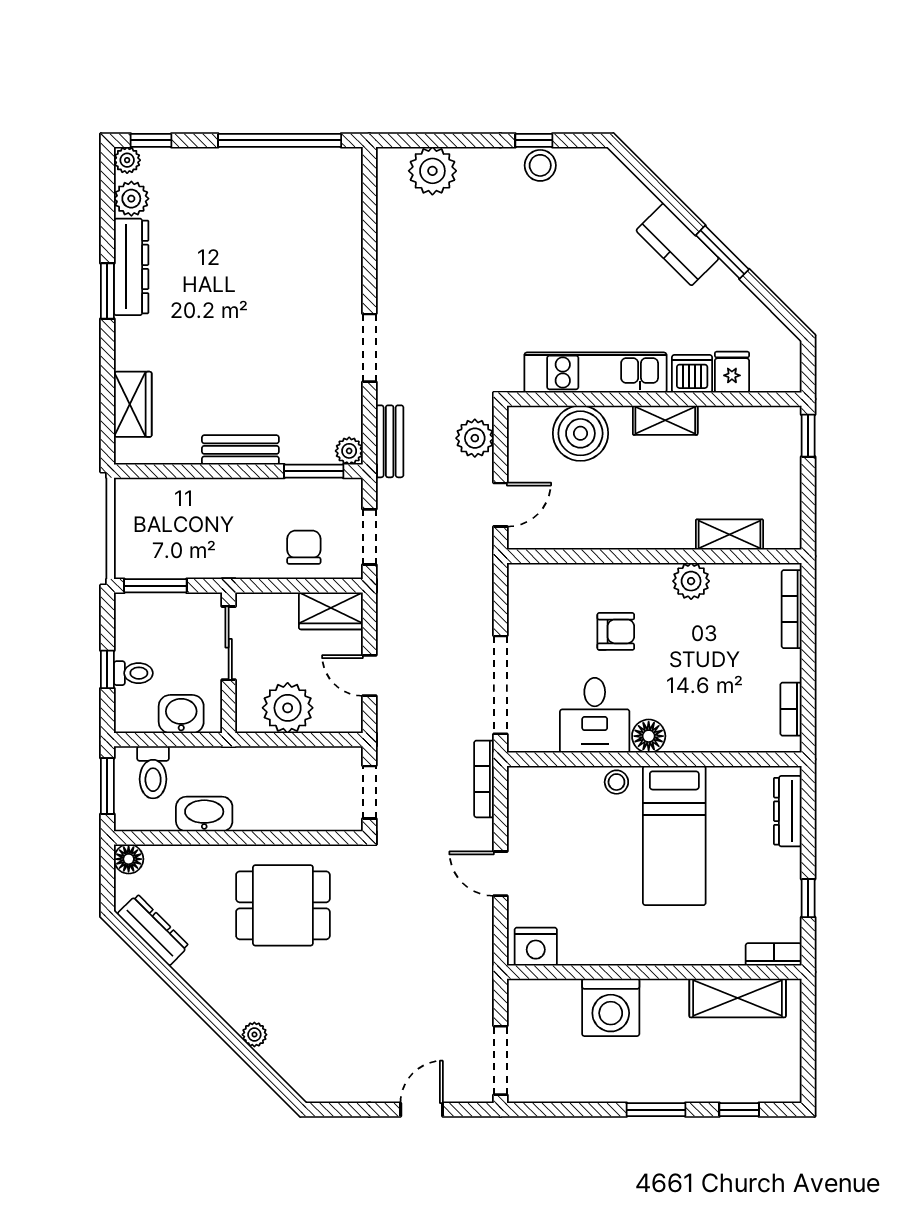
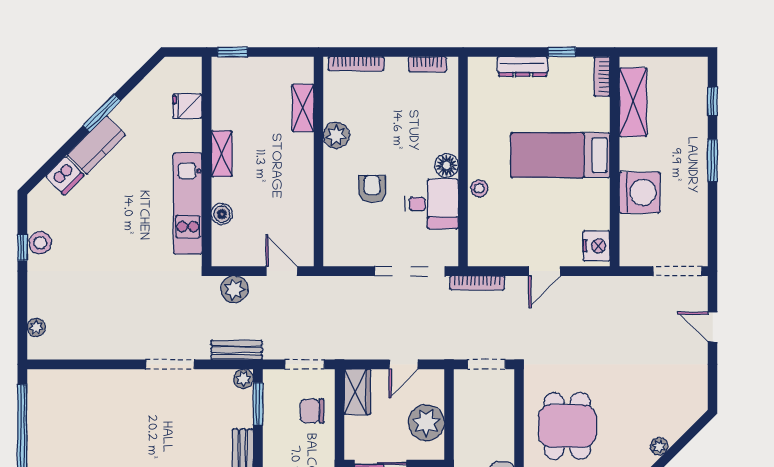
plant: (432, 171) -> (36, 327), width x0.53, depth x0.53
dishwasher: (692, 374) -> (65, 176), moved, turned -135
boiler: (580, 433) -> (222, 214), width x0.54, depth x0.54
dresser: (788, 811) -> (523, 66), moved
bed: (674, 836) -> (560, 155), moved, turned 180

